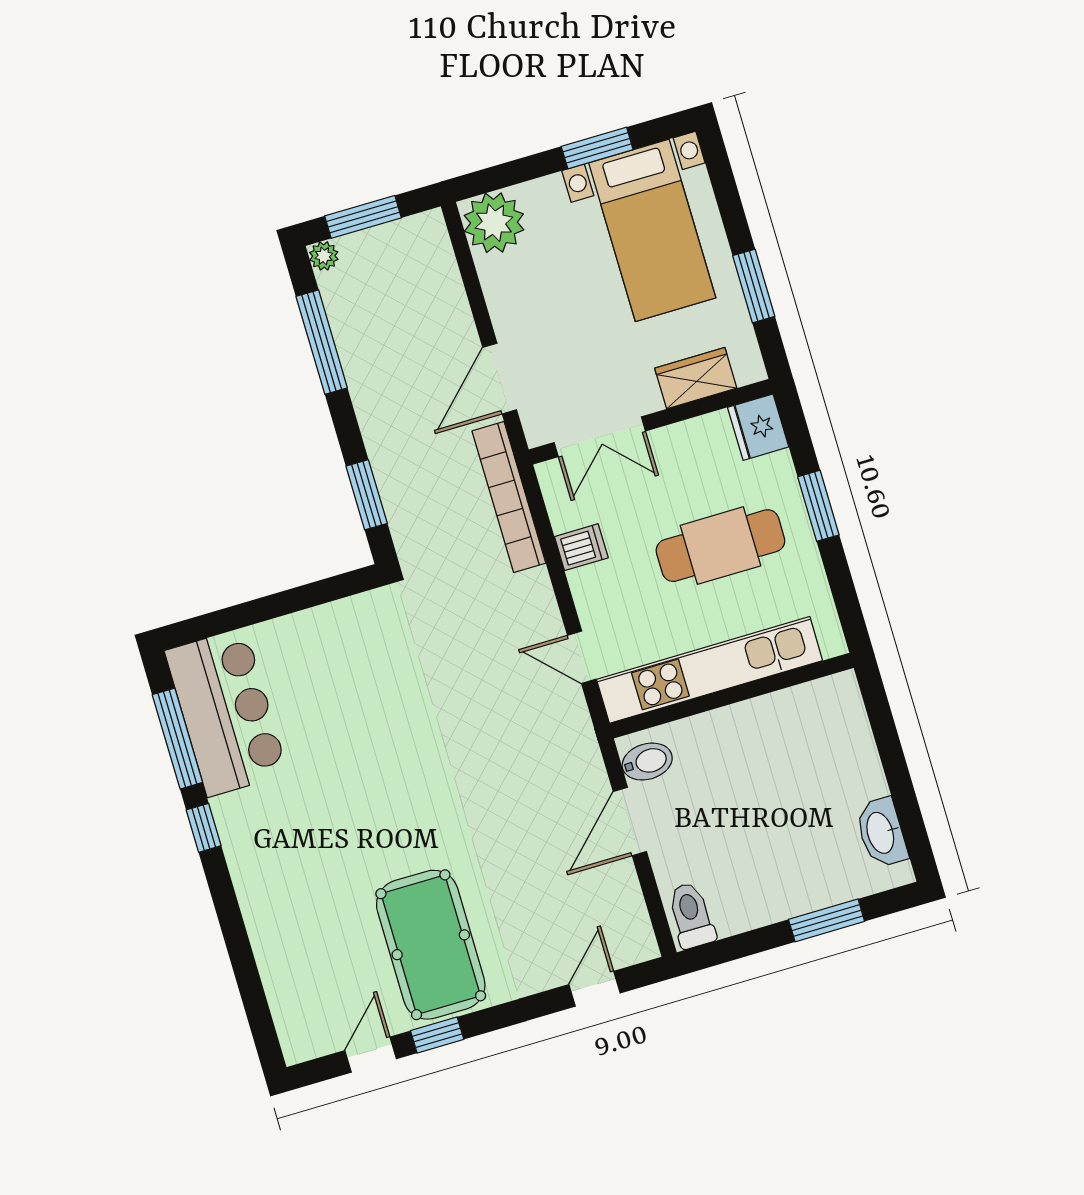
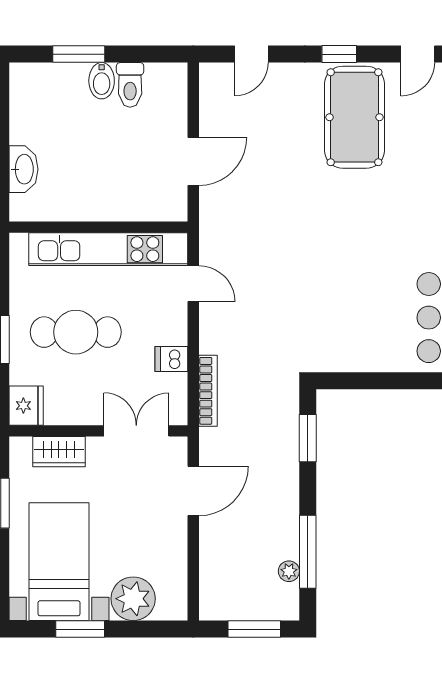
plant: (494, 223) -> (133, 599), moved
plant: (324, 256) -> (289, 571), moved
bookcase: (509, 497) -> (208, 391), width x0.68, depth x0.76
bidet: (647, 762) -> (102, 81), moved, turned -90
washbasin: (881, 833) -> (23, 169), moved
toilet: (691, 915) -> (130, 85), moved
window: (437, 1035) -> (339, 54), moved

